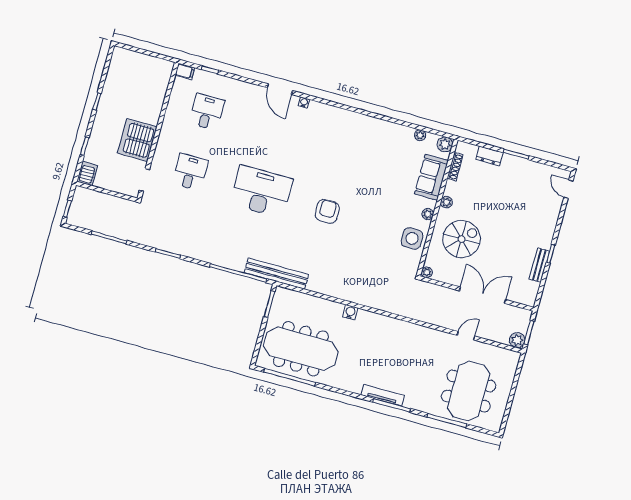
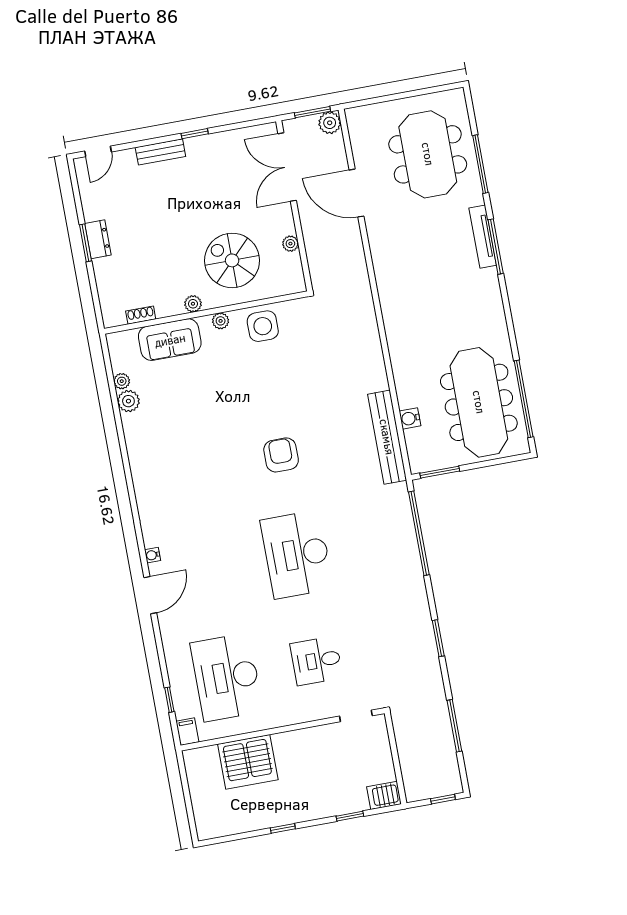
desk: (207, 112) -> (227, 677), width x1.87, depth x1.30
server rack: (137, 140) -> (248, 762), moved
plant: (445, 144) -> (128, 401), moved
dresser: (489, 156) -> (98, 239), moved
shoe rack: (455, 167) -> (141, 315), width x0.70
armchair: (327, 211) -> (281, 455), turned 90
bench: (539, 265) -> (160, 152), moved
plant: (427, 272) -> (290, 244), moved
bench: (276, 274) -> (387, 437), moved
double door: (482, 295) -> (287, 167), moved
water cooler: (350, 312) -> (410, 418), moved
door: (466, 336) -> (357, 193), width x1.88
meeting table: (469, 391) -> (428, 154), turned 90
tv unit: (383, 395) -> (483, 237), moved

